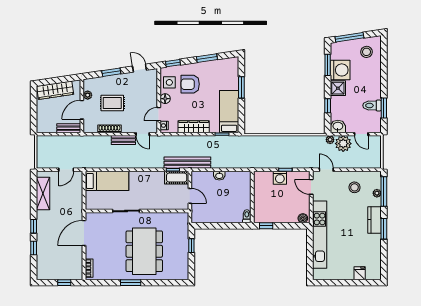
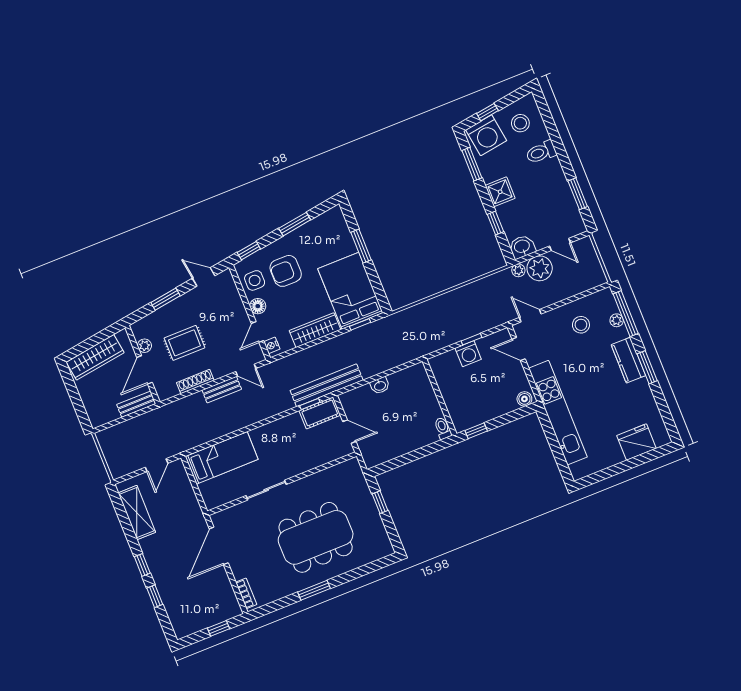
window: (349, 37) -> (487, 112), width x0.46
washing machine: (340, 70) -> (486, 135), moved, turned 82
toilet: (372, 105) -> (541, 152), moved
bed: (229, 112) -> (350, 291), width x1.50
dining table: (144, 251) -> (316, 537), turned 90
fridge: (360, 273) -> (637, 442), width x1.88, depth x1.34

